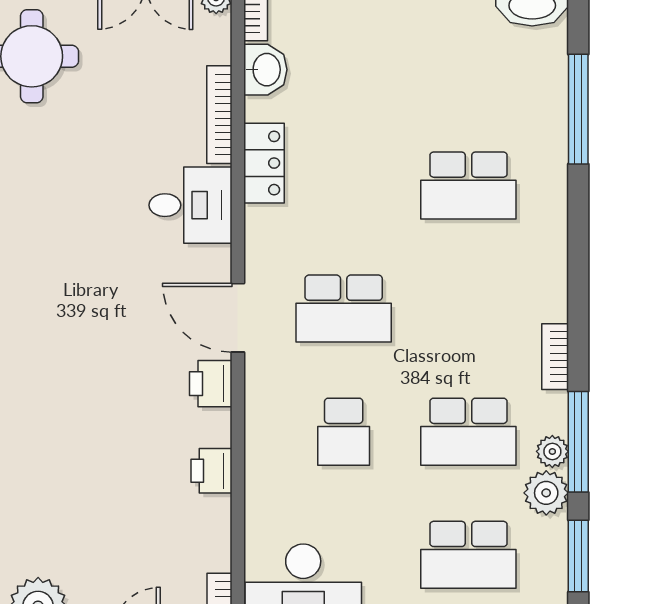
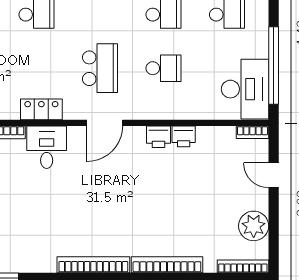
locker: (264, 163) -> (41, 109), moved
printer: (211, 384) -> (159, 137), moved

